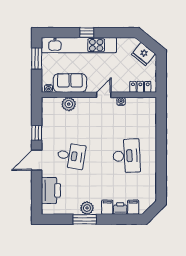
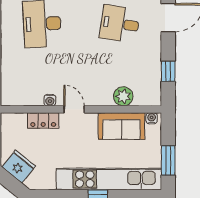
locker: (140, 87) -> (43, 121), moved
door: (104, 95) -> (74, 109), swing flipped
window: (37, 133) -> (168, 71), moved

